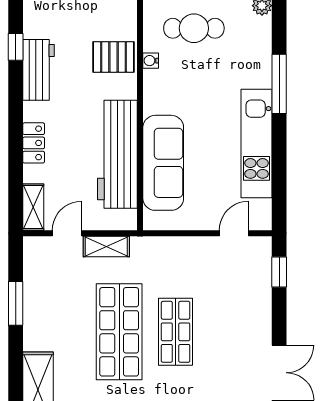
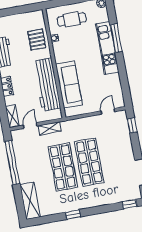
pallet: (113, 57) -> (37, 40), turned 90
kitchen unit: (257, 143) -> (107, 48), moved
window: (16, 303) -> (12, 163), width x2.11
shop shelf: (176, 332) -> (89, 162), width x1.43, depth x1.36

